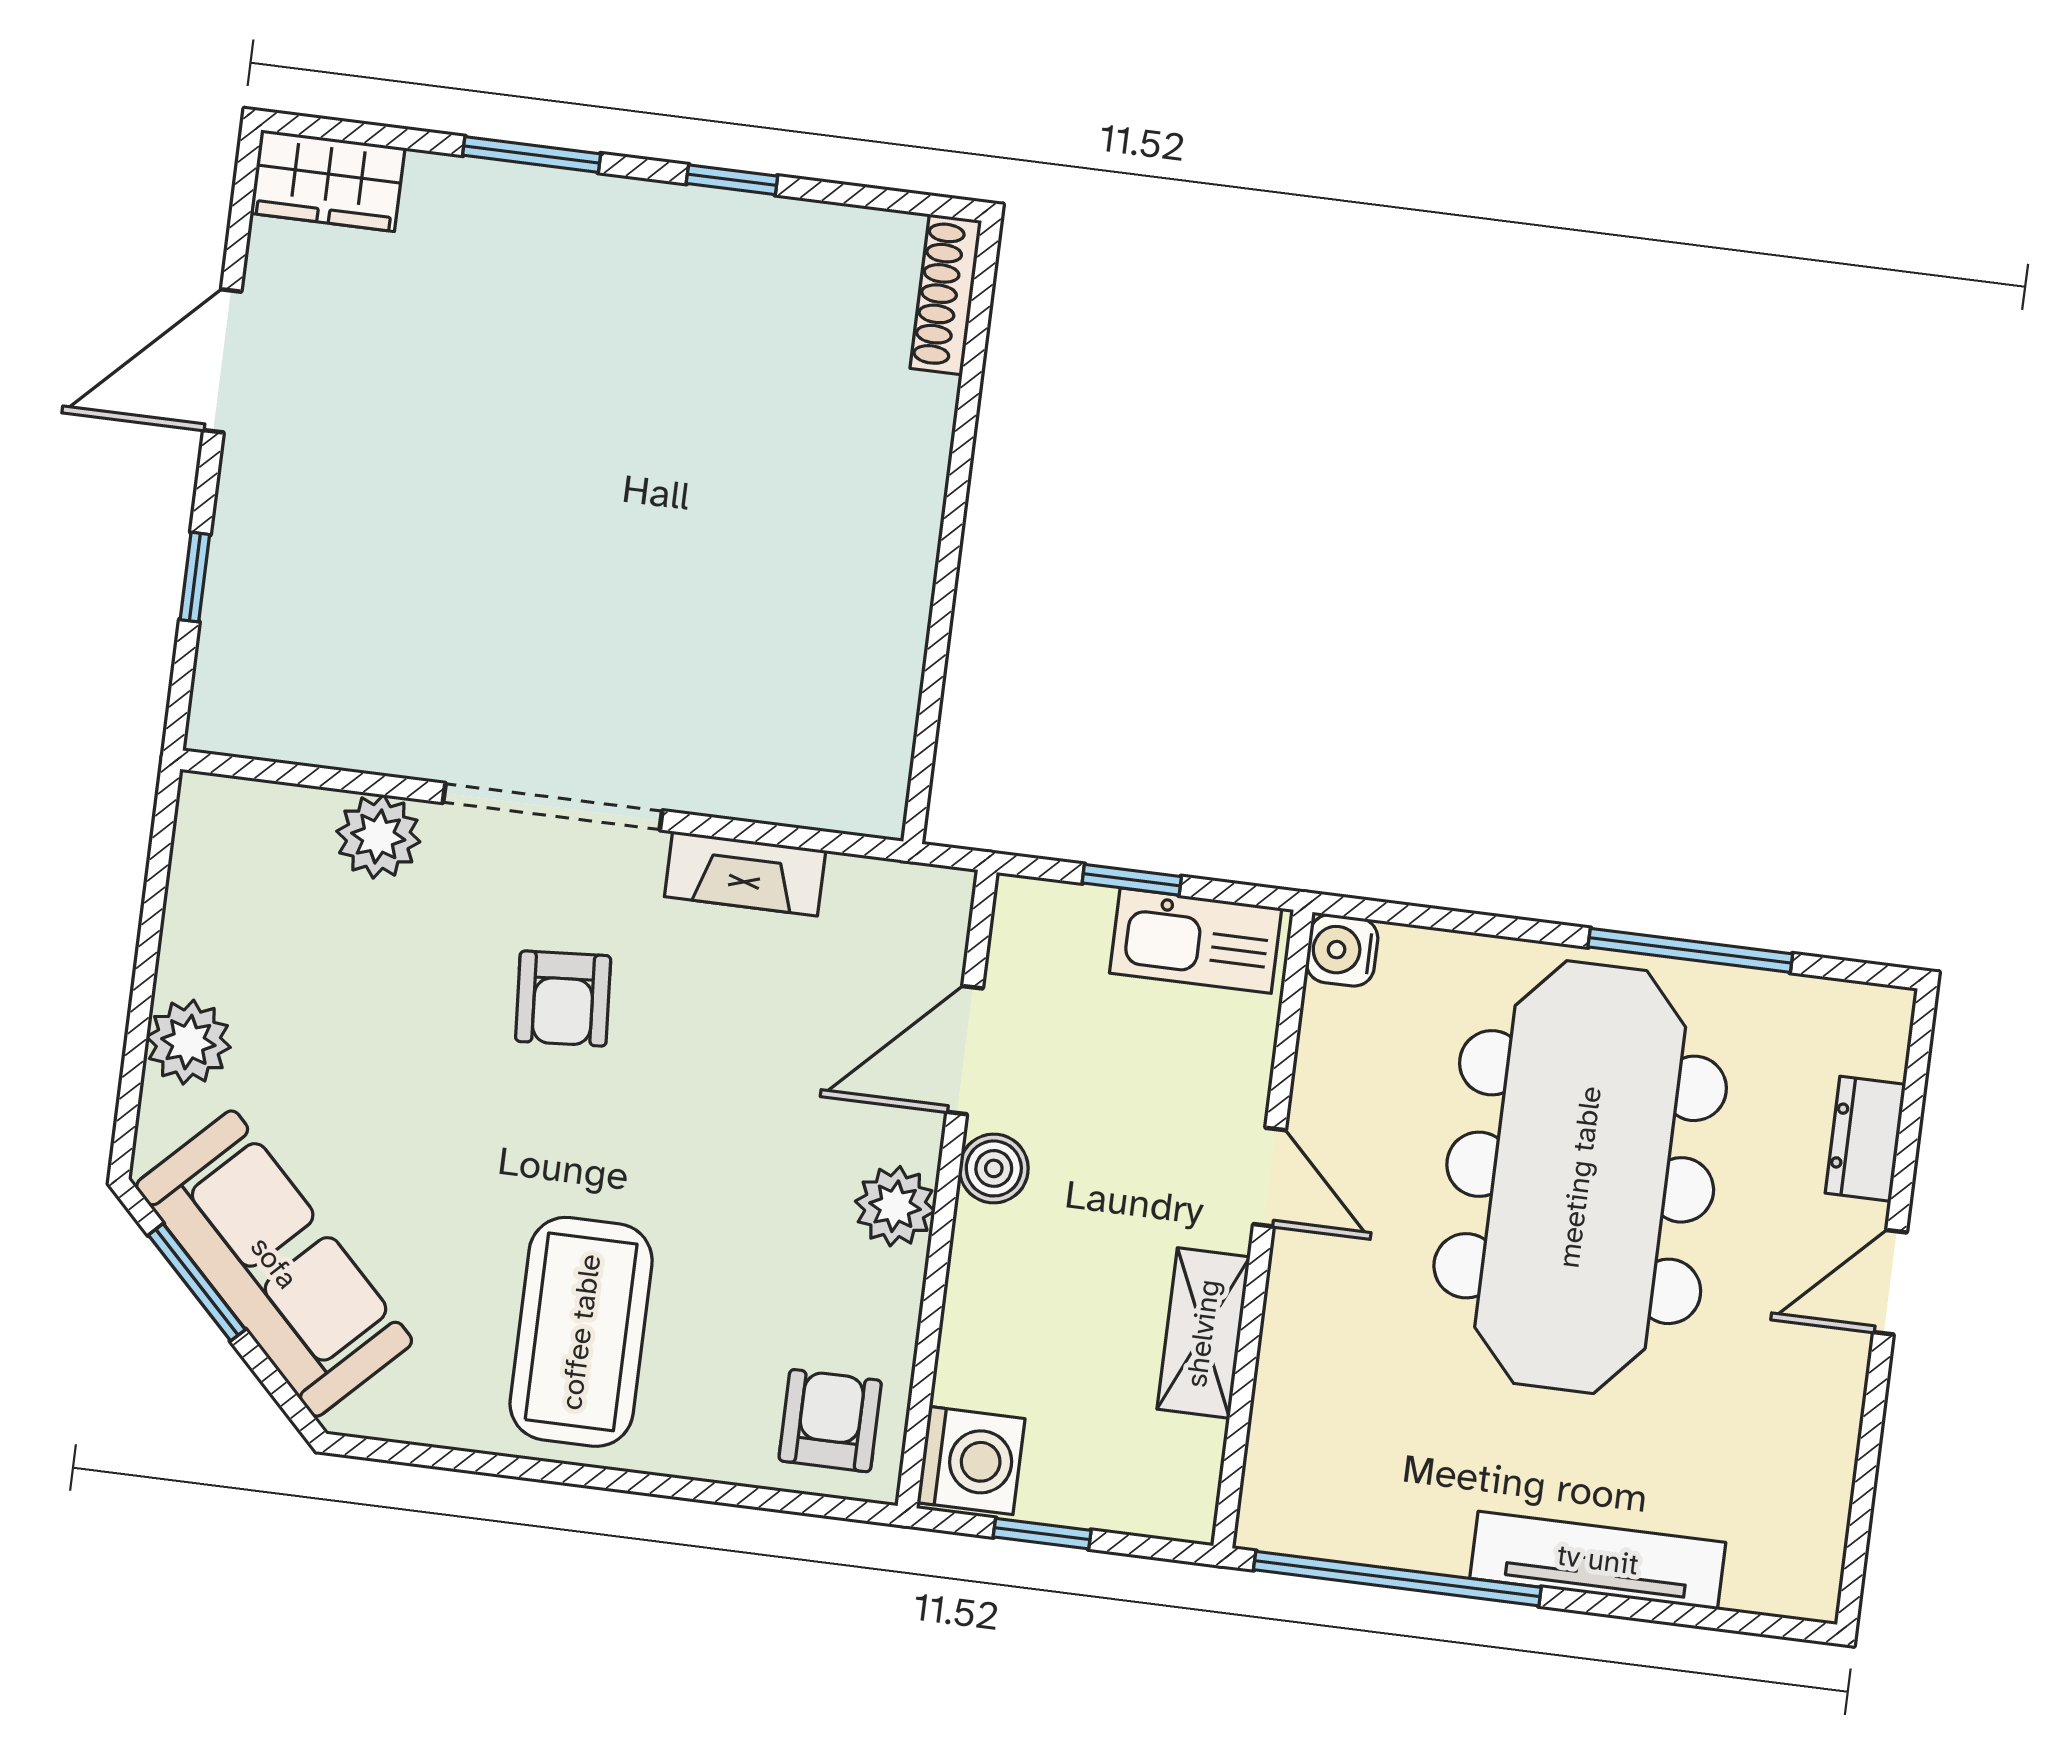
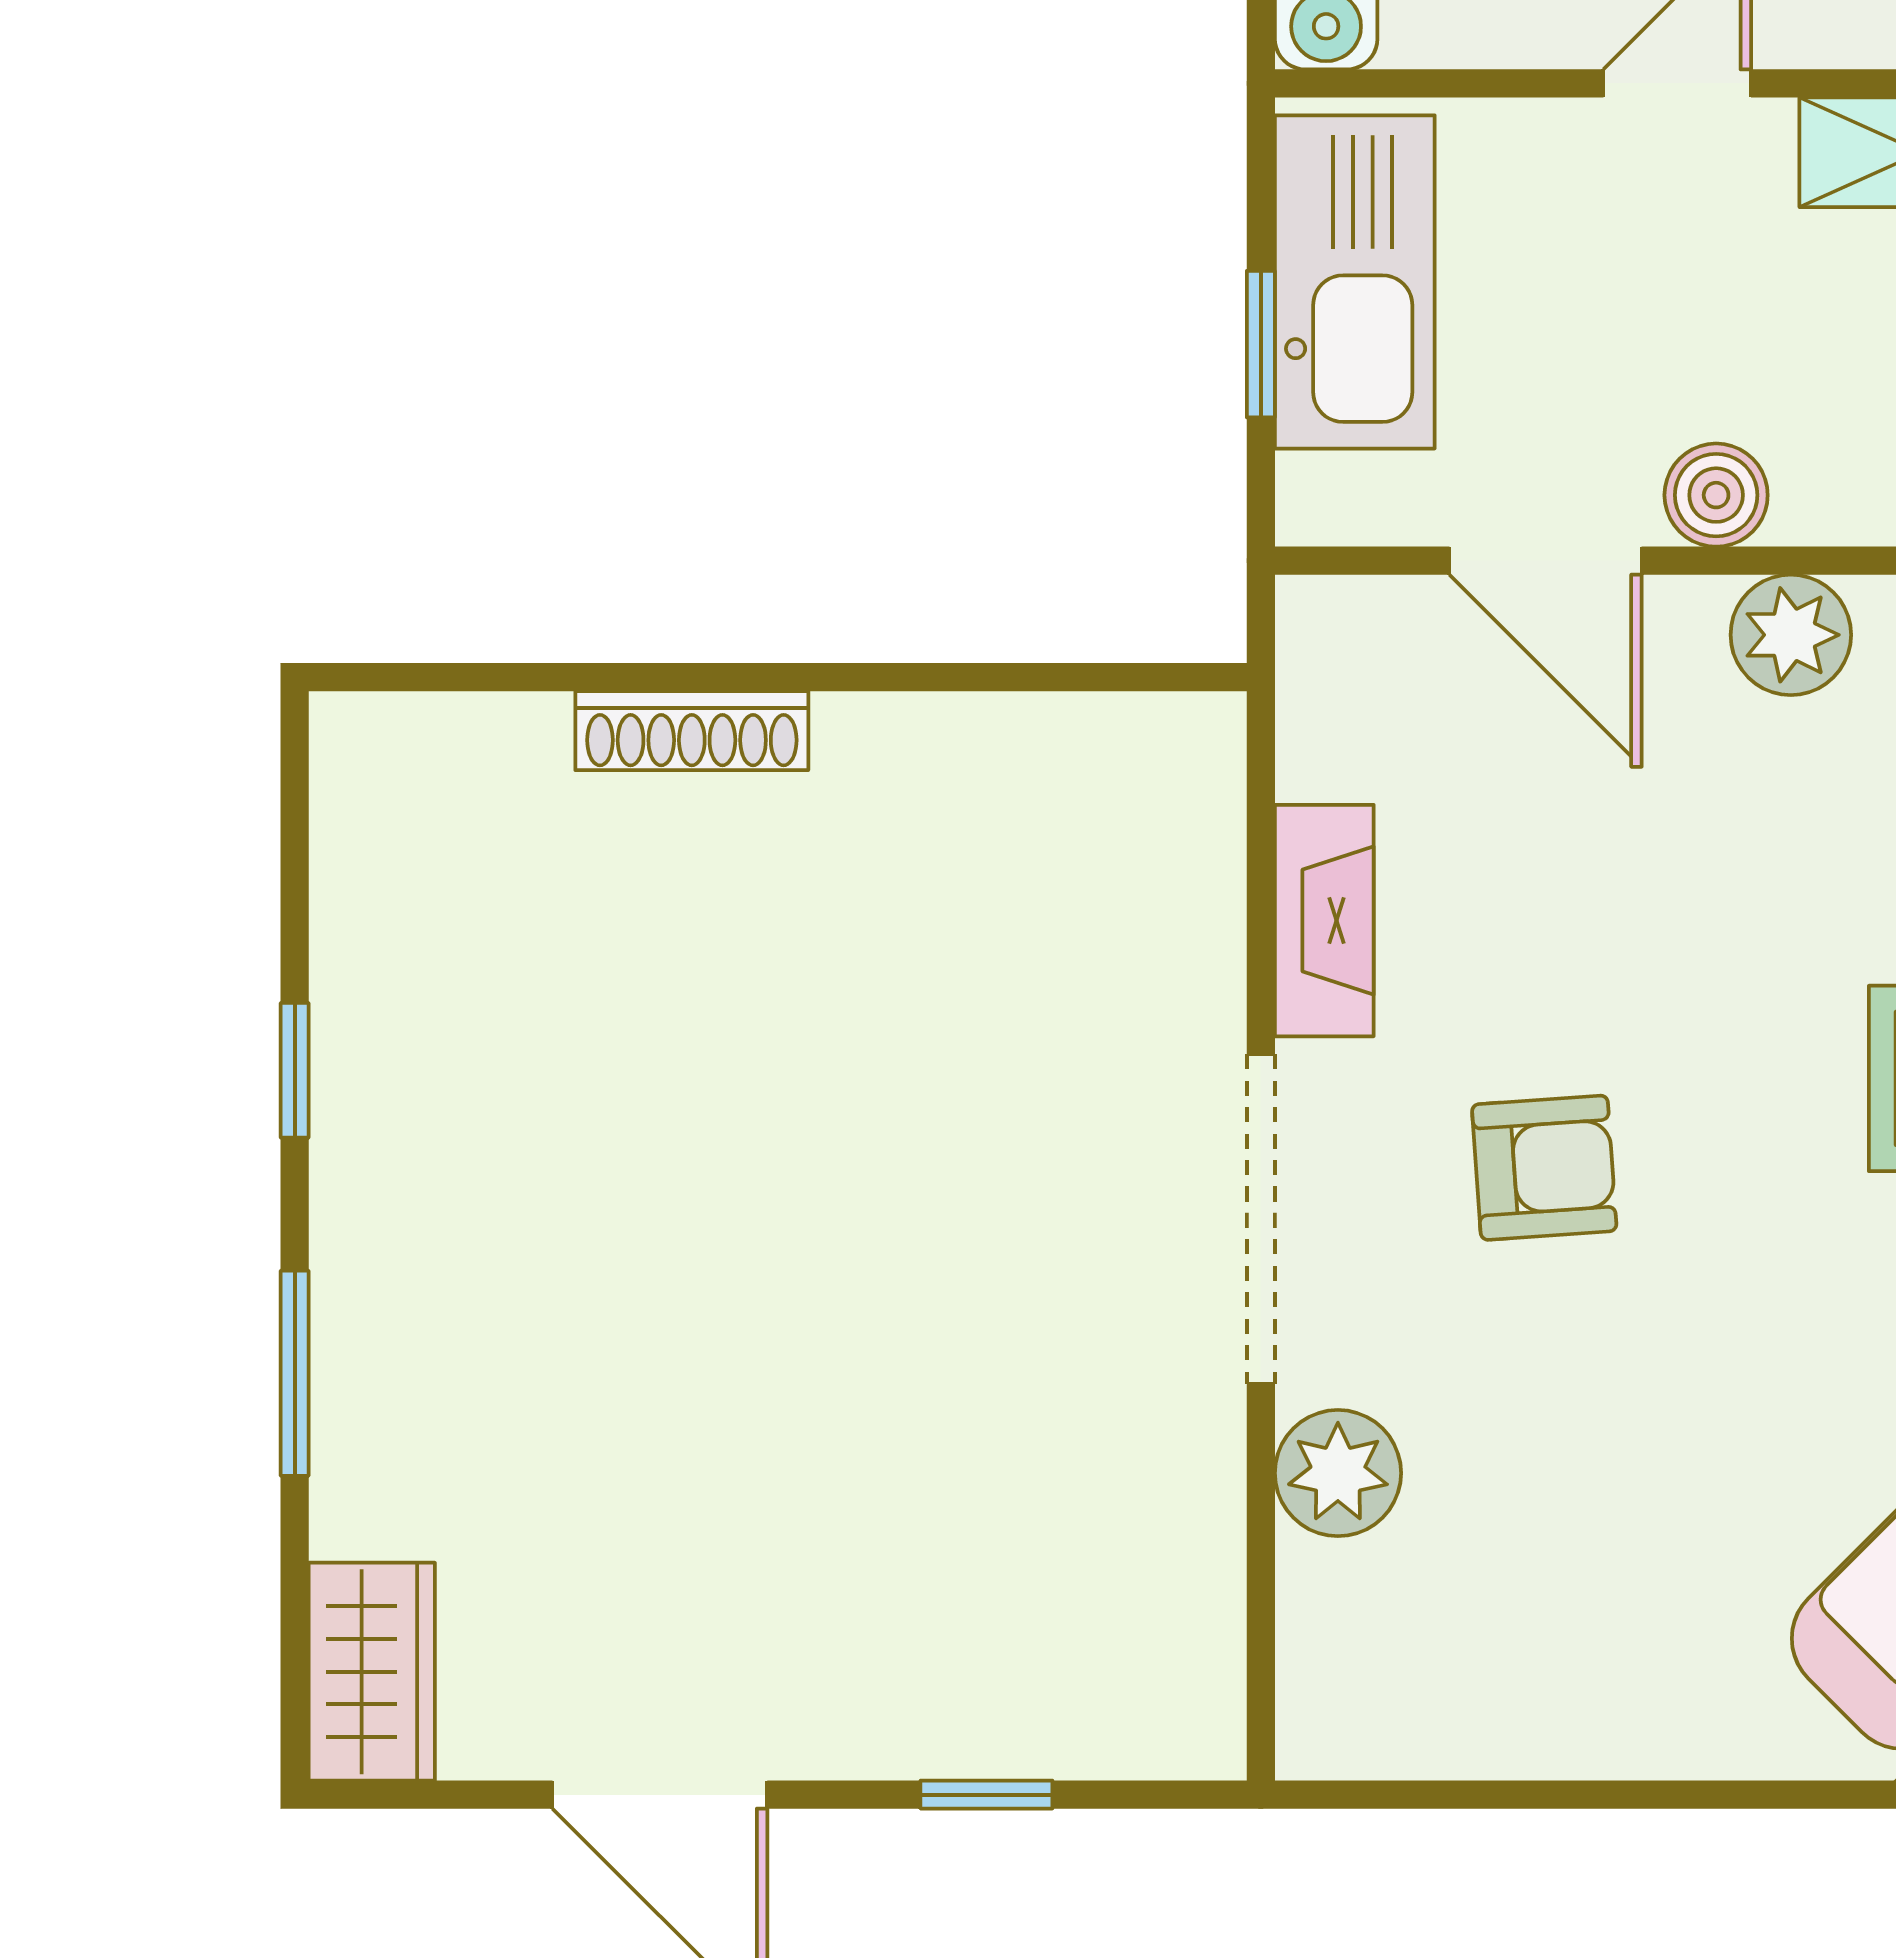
shoe rack: (946, 295) -> (692, 731), moved
kitchen sink: (1196, 941) -> (1355, 282), width x1.36, depth x1.24
plant: (188, 1042) -> (1679, 1717), removed

